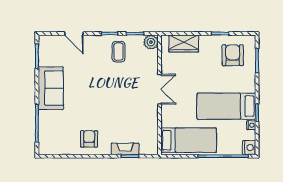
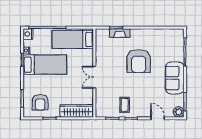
plant: (151, 42) -> (179, 112), moved
wardrobe: (184, 44) -> (76, 111), width x1.50
armchair: (89, 139) -> (139, 61), moved, width x1.88, depth x1.88

